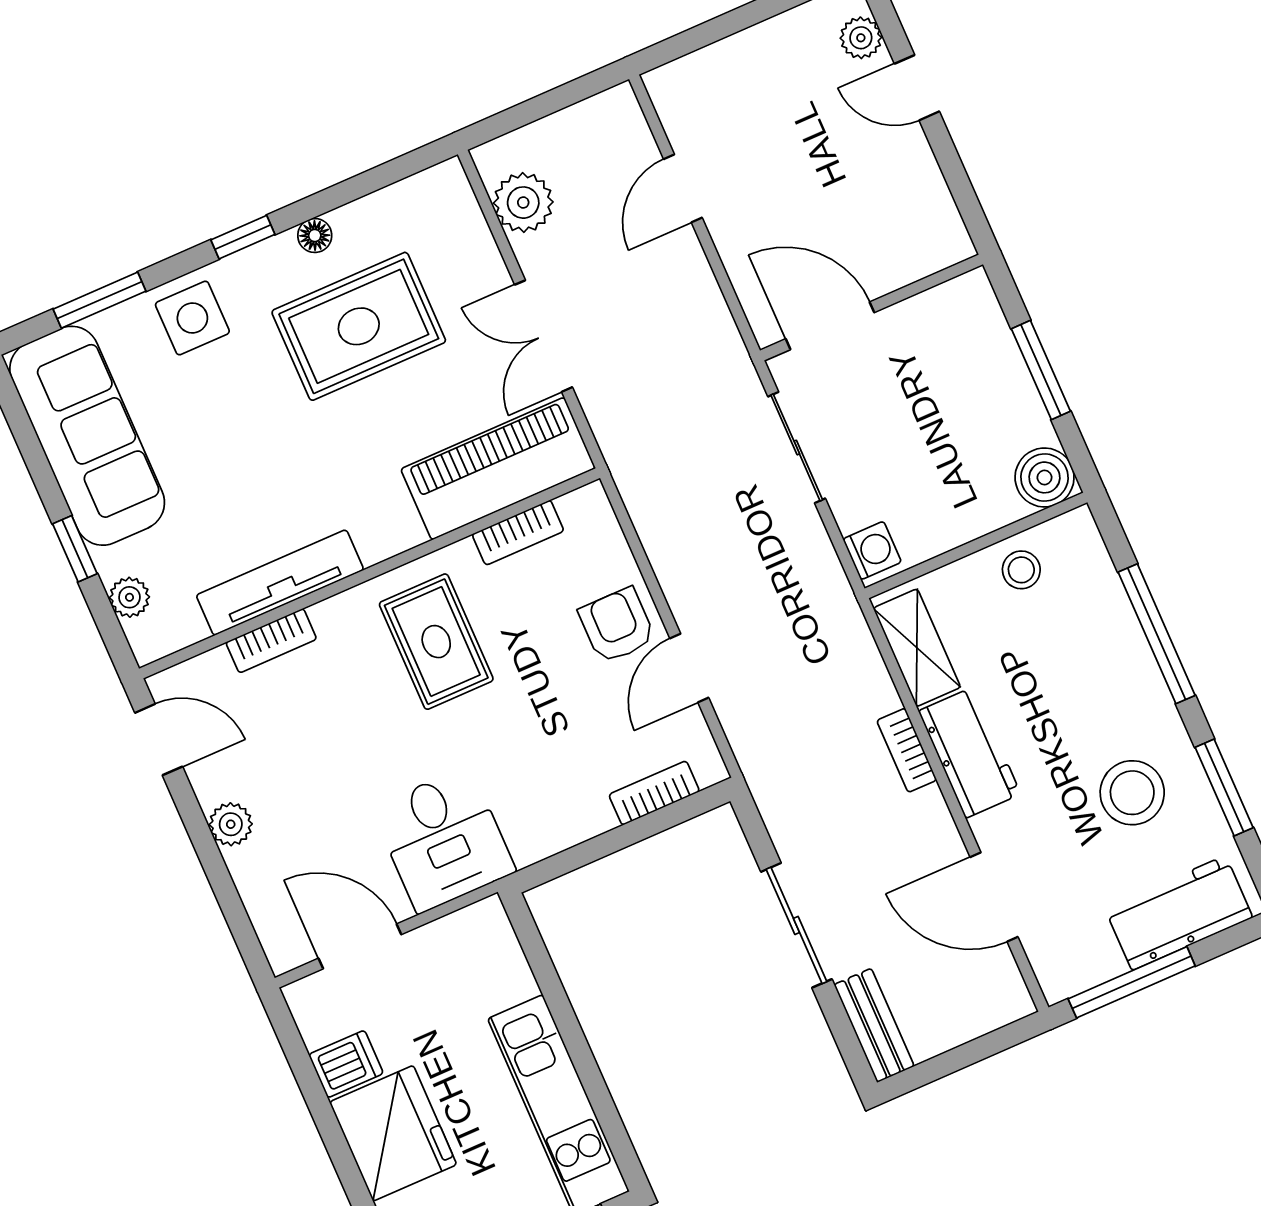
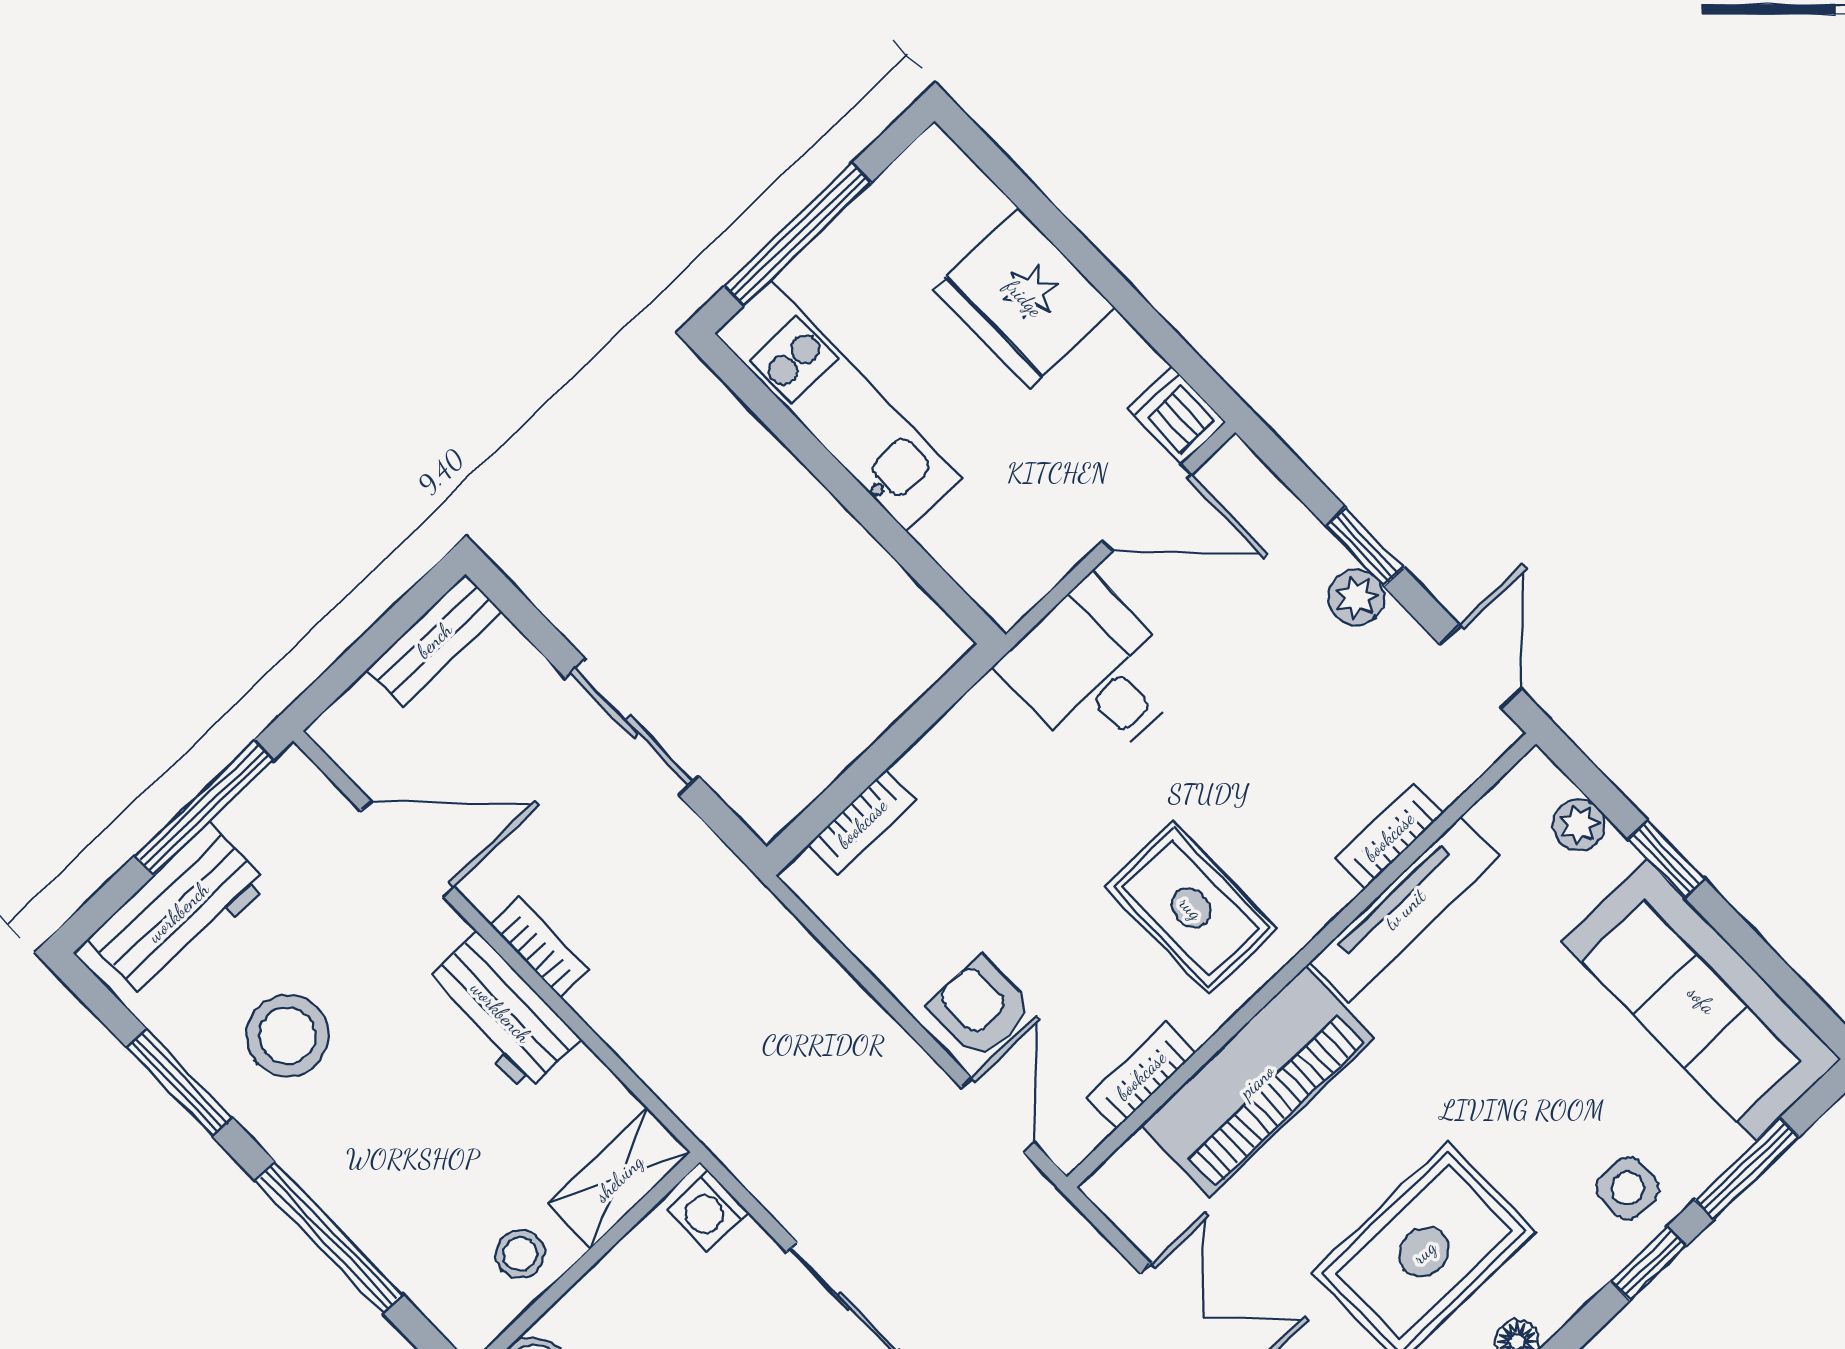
window: (243, 237) -> (1649, 1263), moved
side table: (192, 318) -> (1627, 1188), width x0.73, depth x0.73
piano: (498, 469) -> (1257, 1081), moved
armchair: (617, 625) -> (981, 1008), turned 180
shelving: (917, 648) -> (619, 1178), moved, turned 90
door: (689, 668) -> (998, 1115), moved
door: (159, 740) -> (1481, 667), swing flipped
bookcase: (907, 750) -> (540, 947), moved
window: (211, 859) -> (1365, 547), added
bench: (874, 1025) -> (434, 640), moved, turned 90
dishwasher: (346, 1064) -> (1177, 415), moved, turned 90

